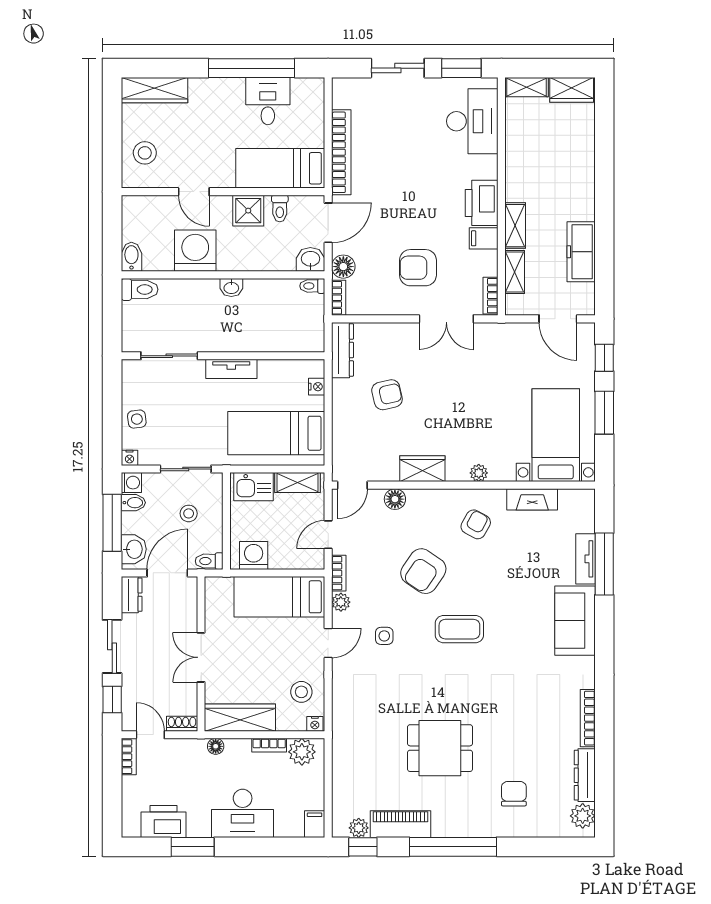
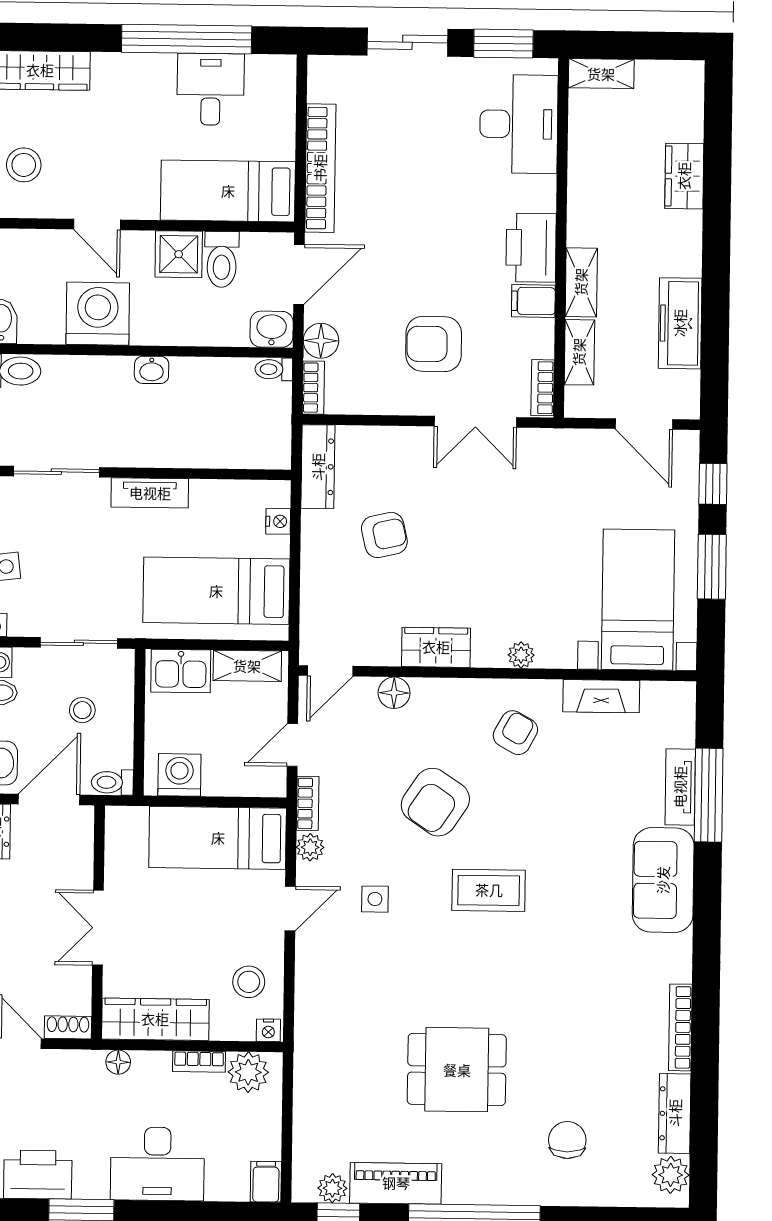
wardrobe: (572, 90) -> (684, 176), moved, turned 90
toilet: (280, 209) -> (222, 259), width x1.37, depth x1.39

